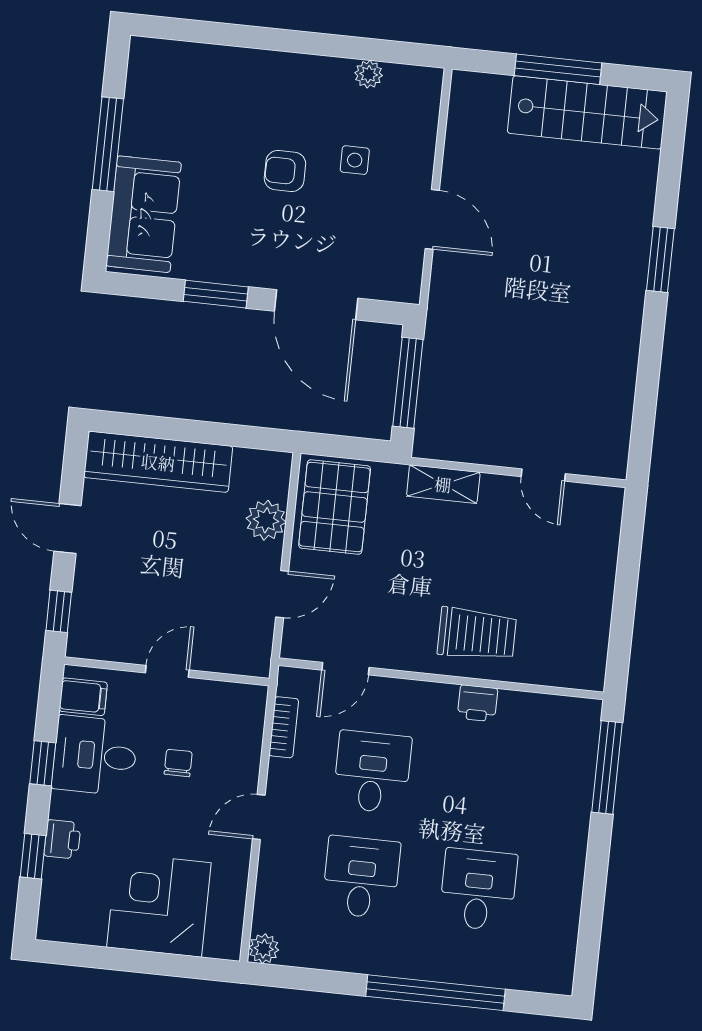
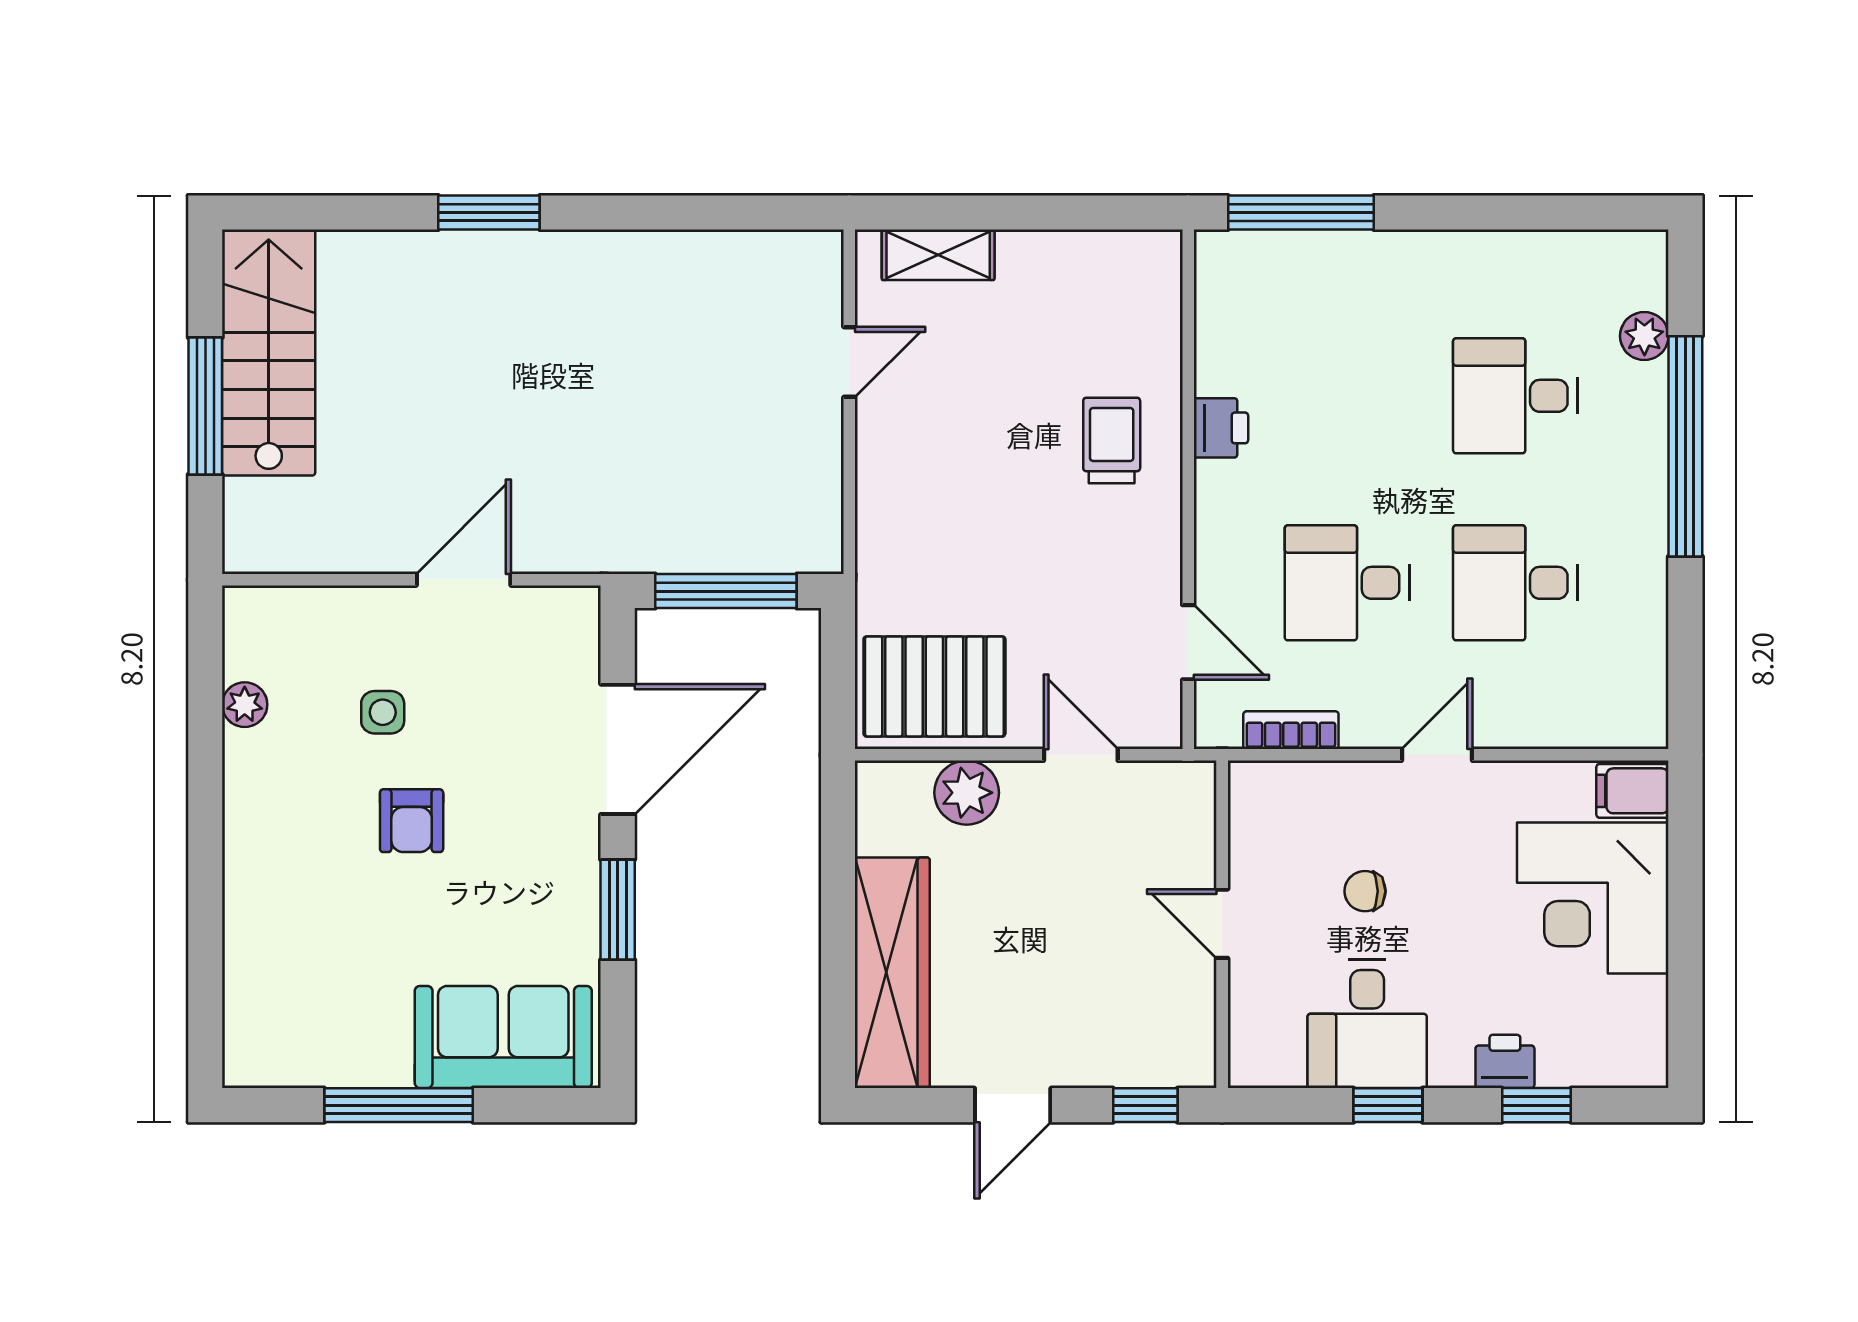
shelving: (443, 484) -> (938, 255), moved, turned 90
trolley: (477, 634) -> (1112, 440), width x0.73, depth x0.72
filing cabinet: (83, 697) -> (1632, 791), moved, turned -90
door: (259, 817) -> (1437, 755), swing flipped
plant: (264, 949) -> (1644, 336), moved

